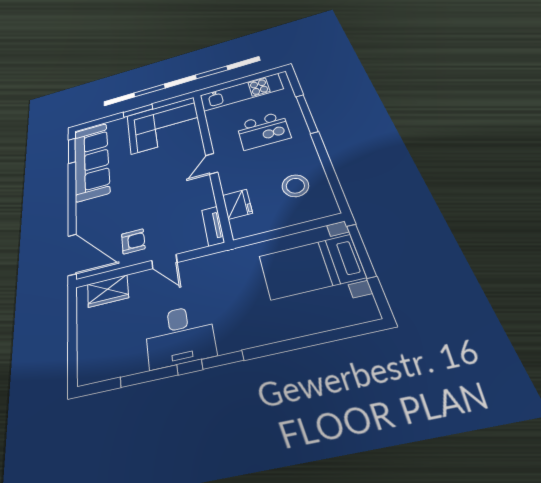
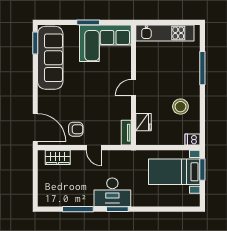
kitchen island: (263, 131) -> (172, 72), removed
stool: (295, 186) -> (180, 107), moved
dishwasher: (326, 208) -> (192, 140), added
window: (361, 251) -> (202, 170), width x0.69
desk: (180, 336) -> (112, 192), moved

